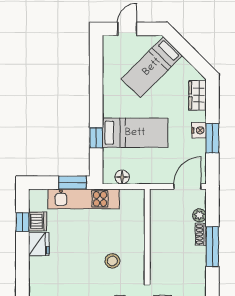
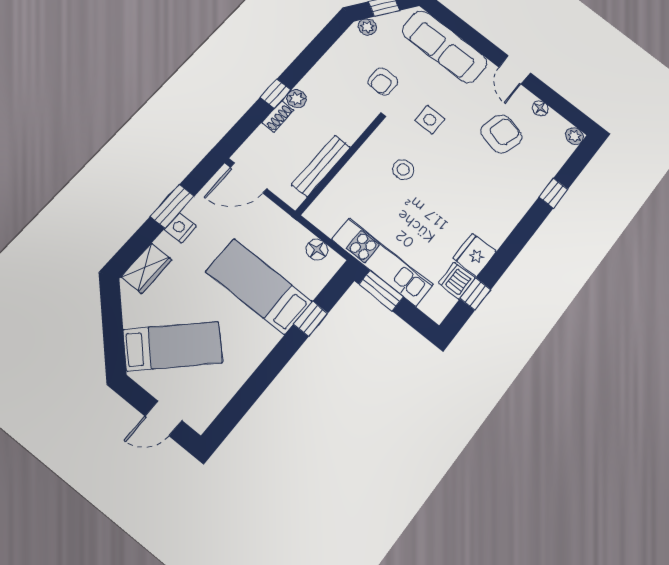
plant: (199, 215) -> (297, 99), moved
bench: (156, 226) -> (321, 166), added
window: (212, 247) -> (276, 94), width x0.46

